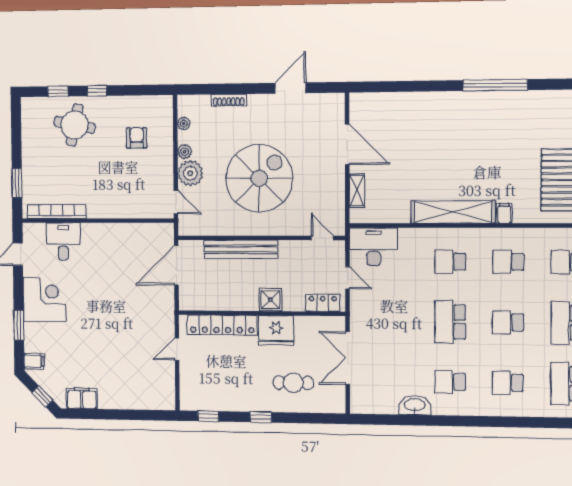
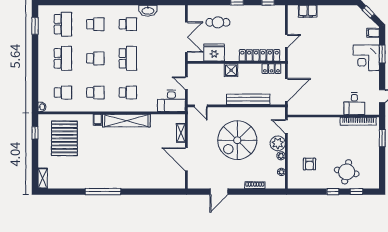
corner desk: (45, 300) -> (366, 58), moved
locker: (323, 303) -> (271, 69), moved
fridge: (276, 330) -> (214, 53), moved
filing cabinet: (82, 398) -> (308, 11), moved

